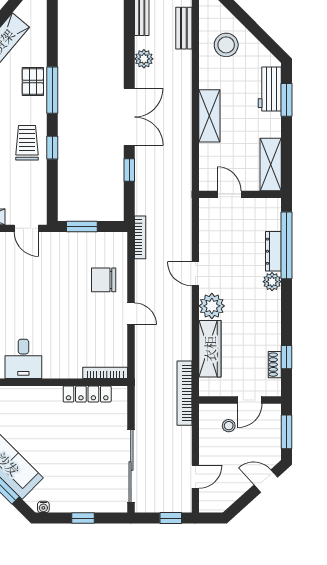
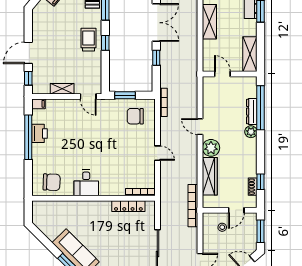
chair: (104, 280) -> (135, 116), moved

